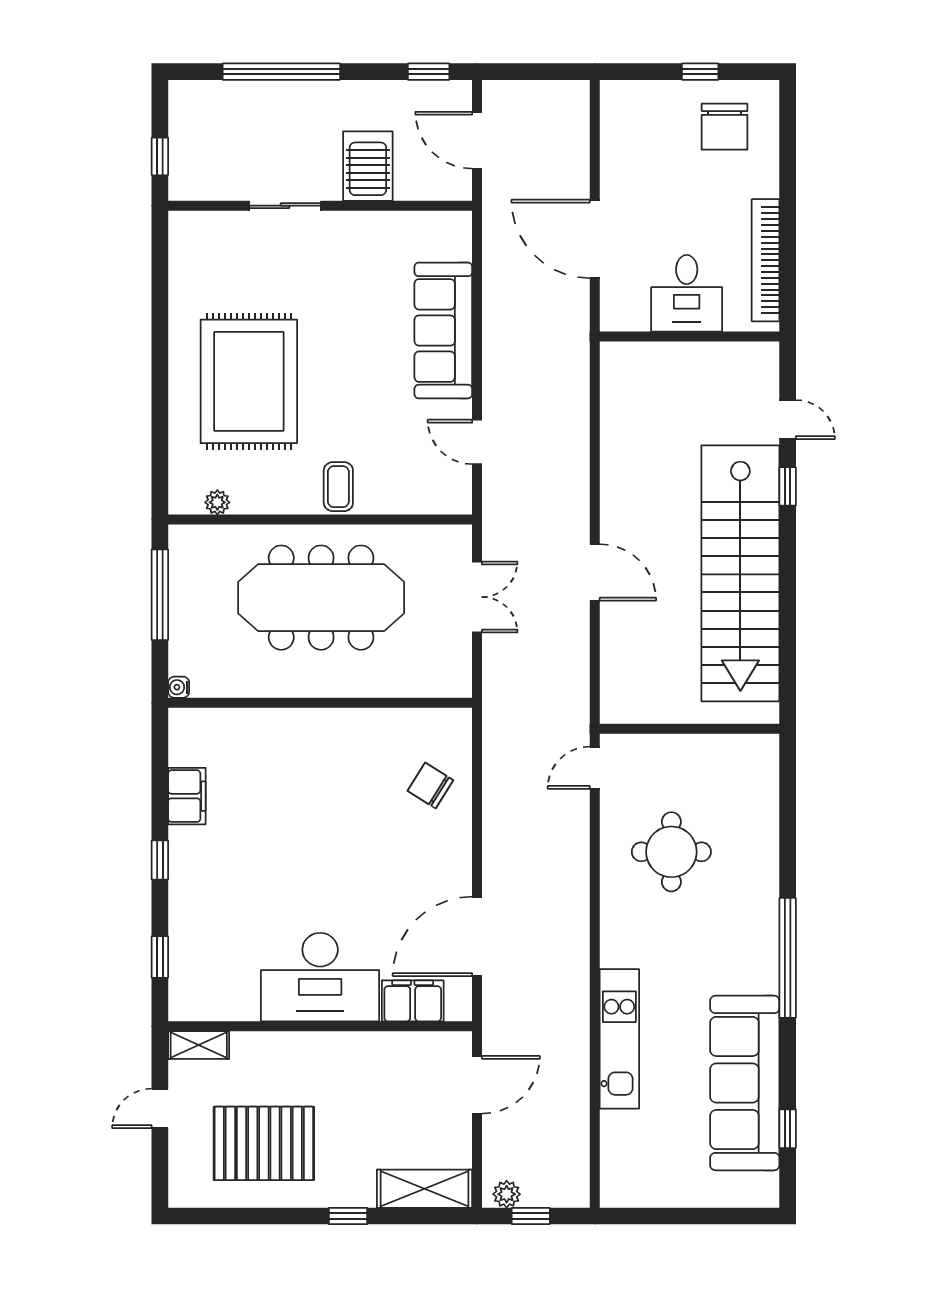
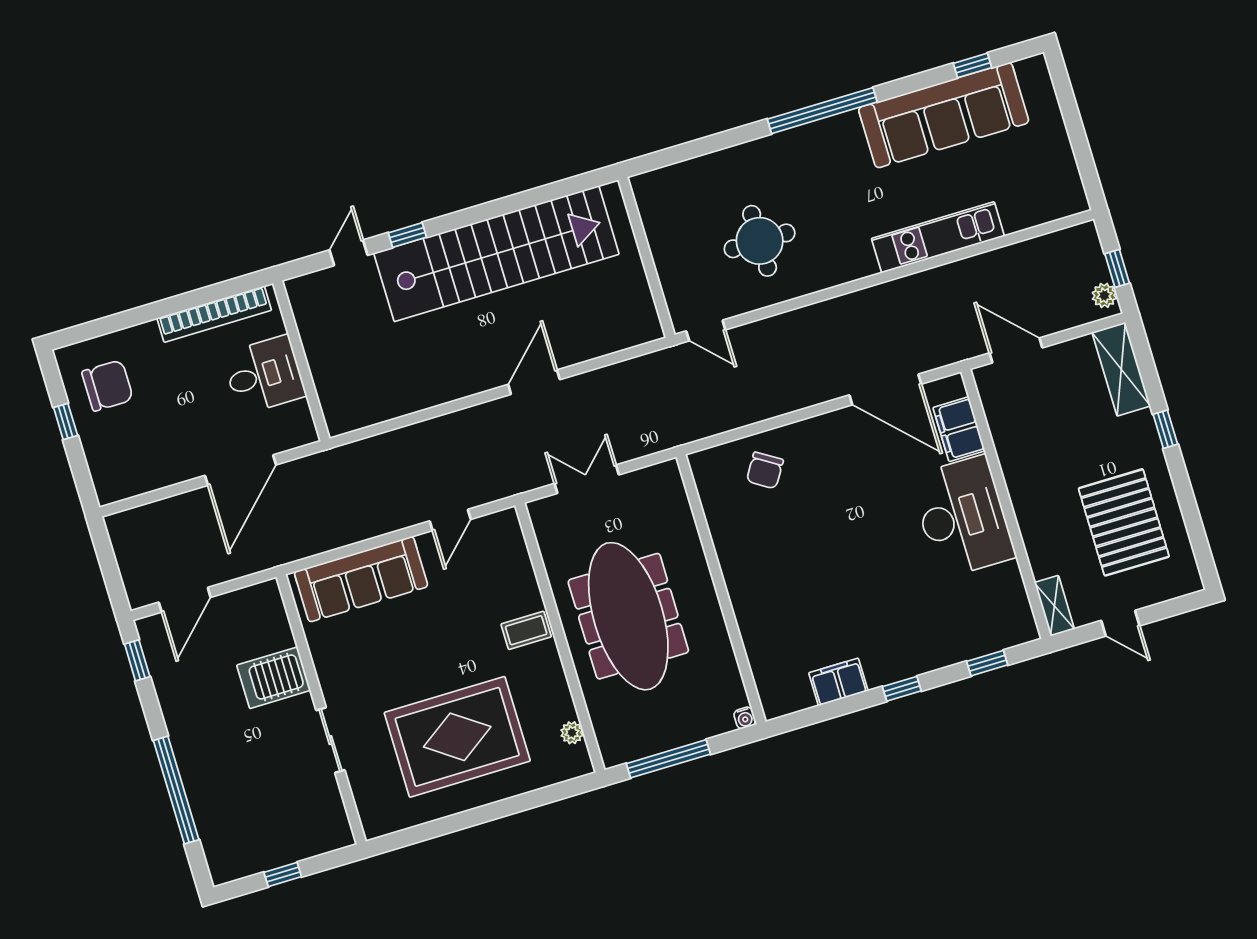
server rack: (368, 166) -> (274, 678), moved
sliding door: (285, 206) -> (330, 740), moved
wall: (320, 206) -> (321, 709), moved

